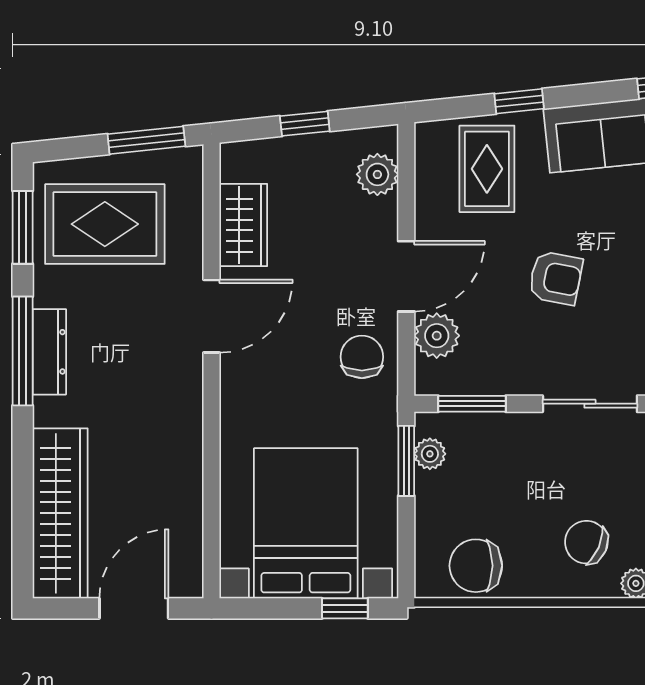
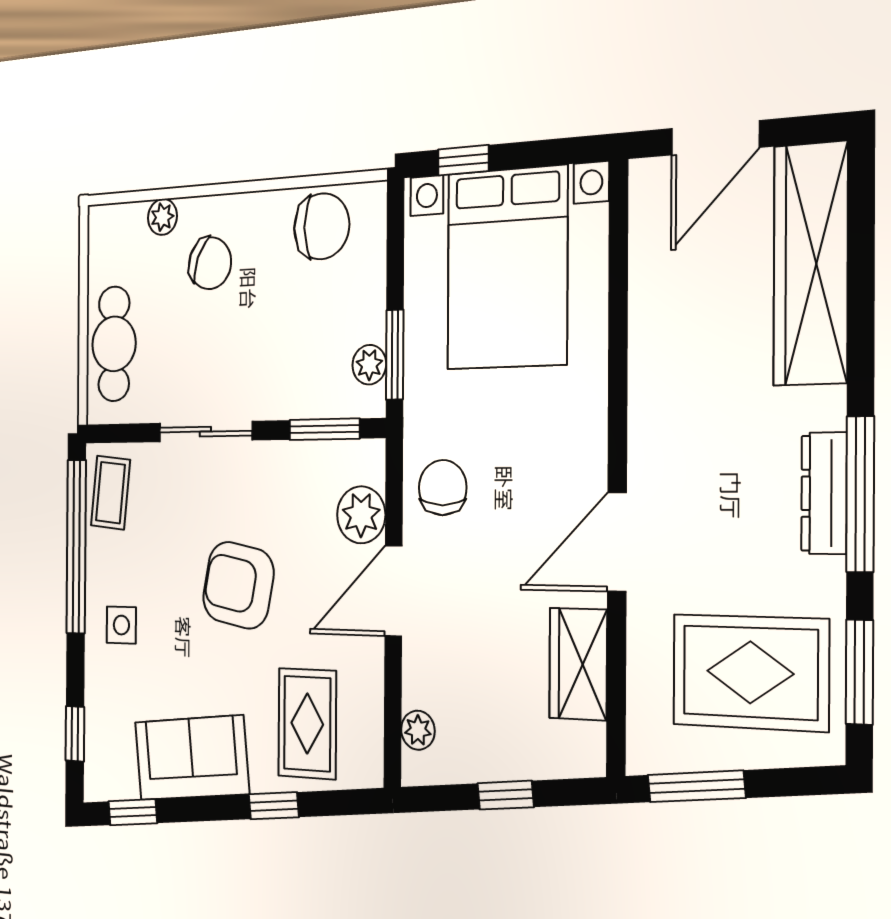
plant: (377, 174) -> (418, 730), width x0.73, depth x0.73
armchair: (556, 278) -> (238, 585), width x1.38, depth x1.38
chair: (362, 357) -> (443, 488), turned 180

